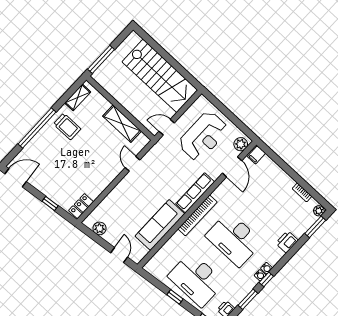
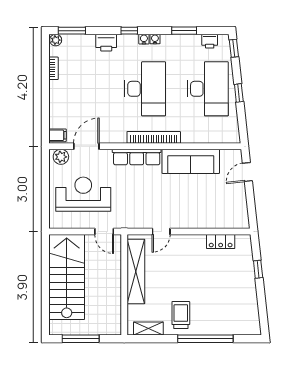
window: (101, 59) -> (81, 339), moved
shelving: (122, 124) -> (136, 271), width x1.47
door: (16, 178) -> (263, 318), removed
locker: (81, 206) -> (221, 242), moved
plant: (99, 228) -> (240, 209), removed
window: (266, 279) -> (129, 31), moved

